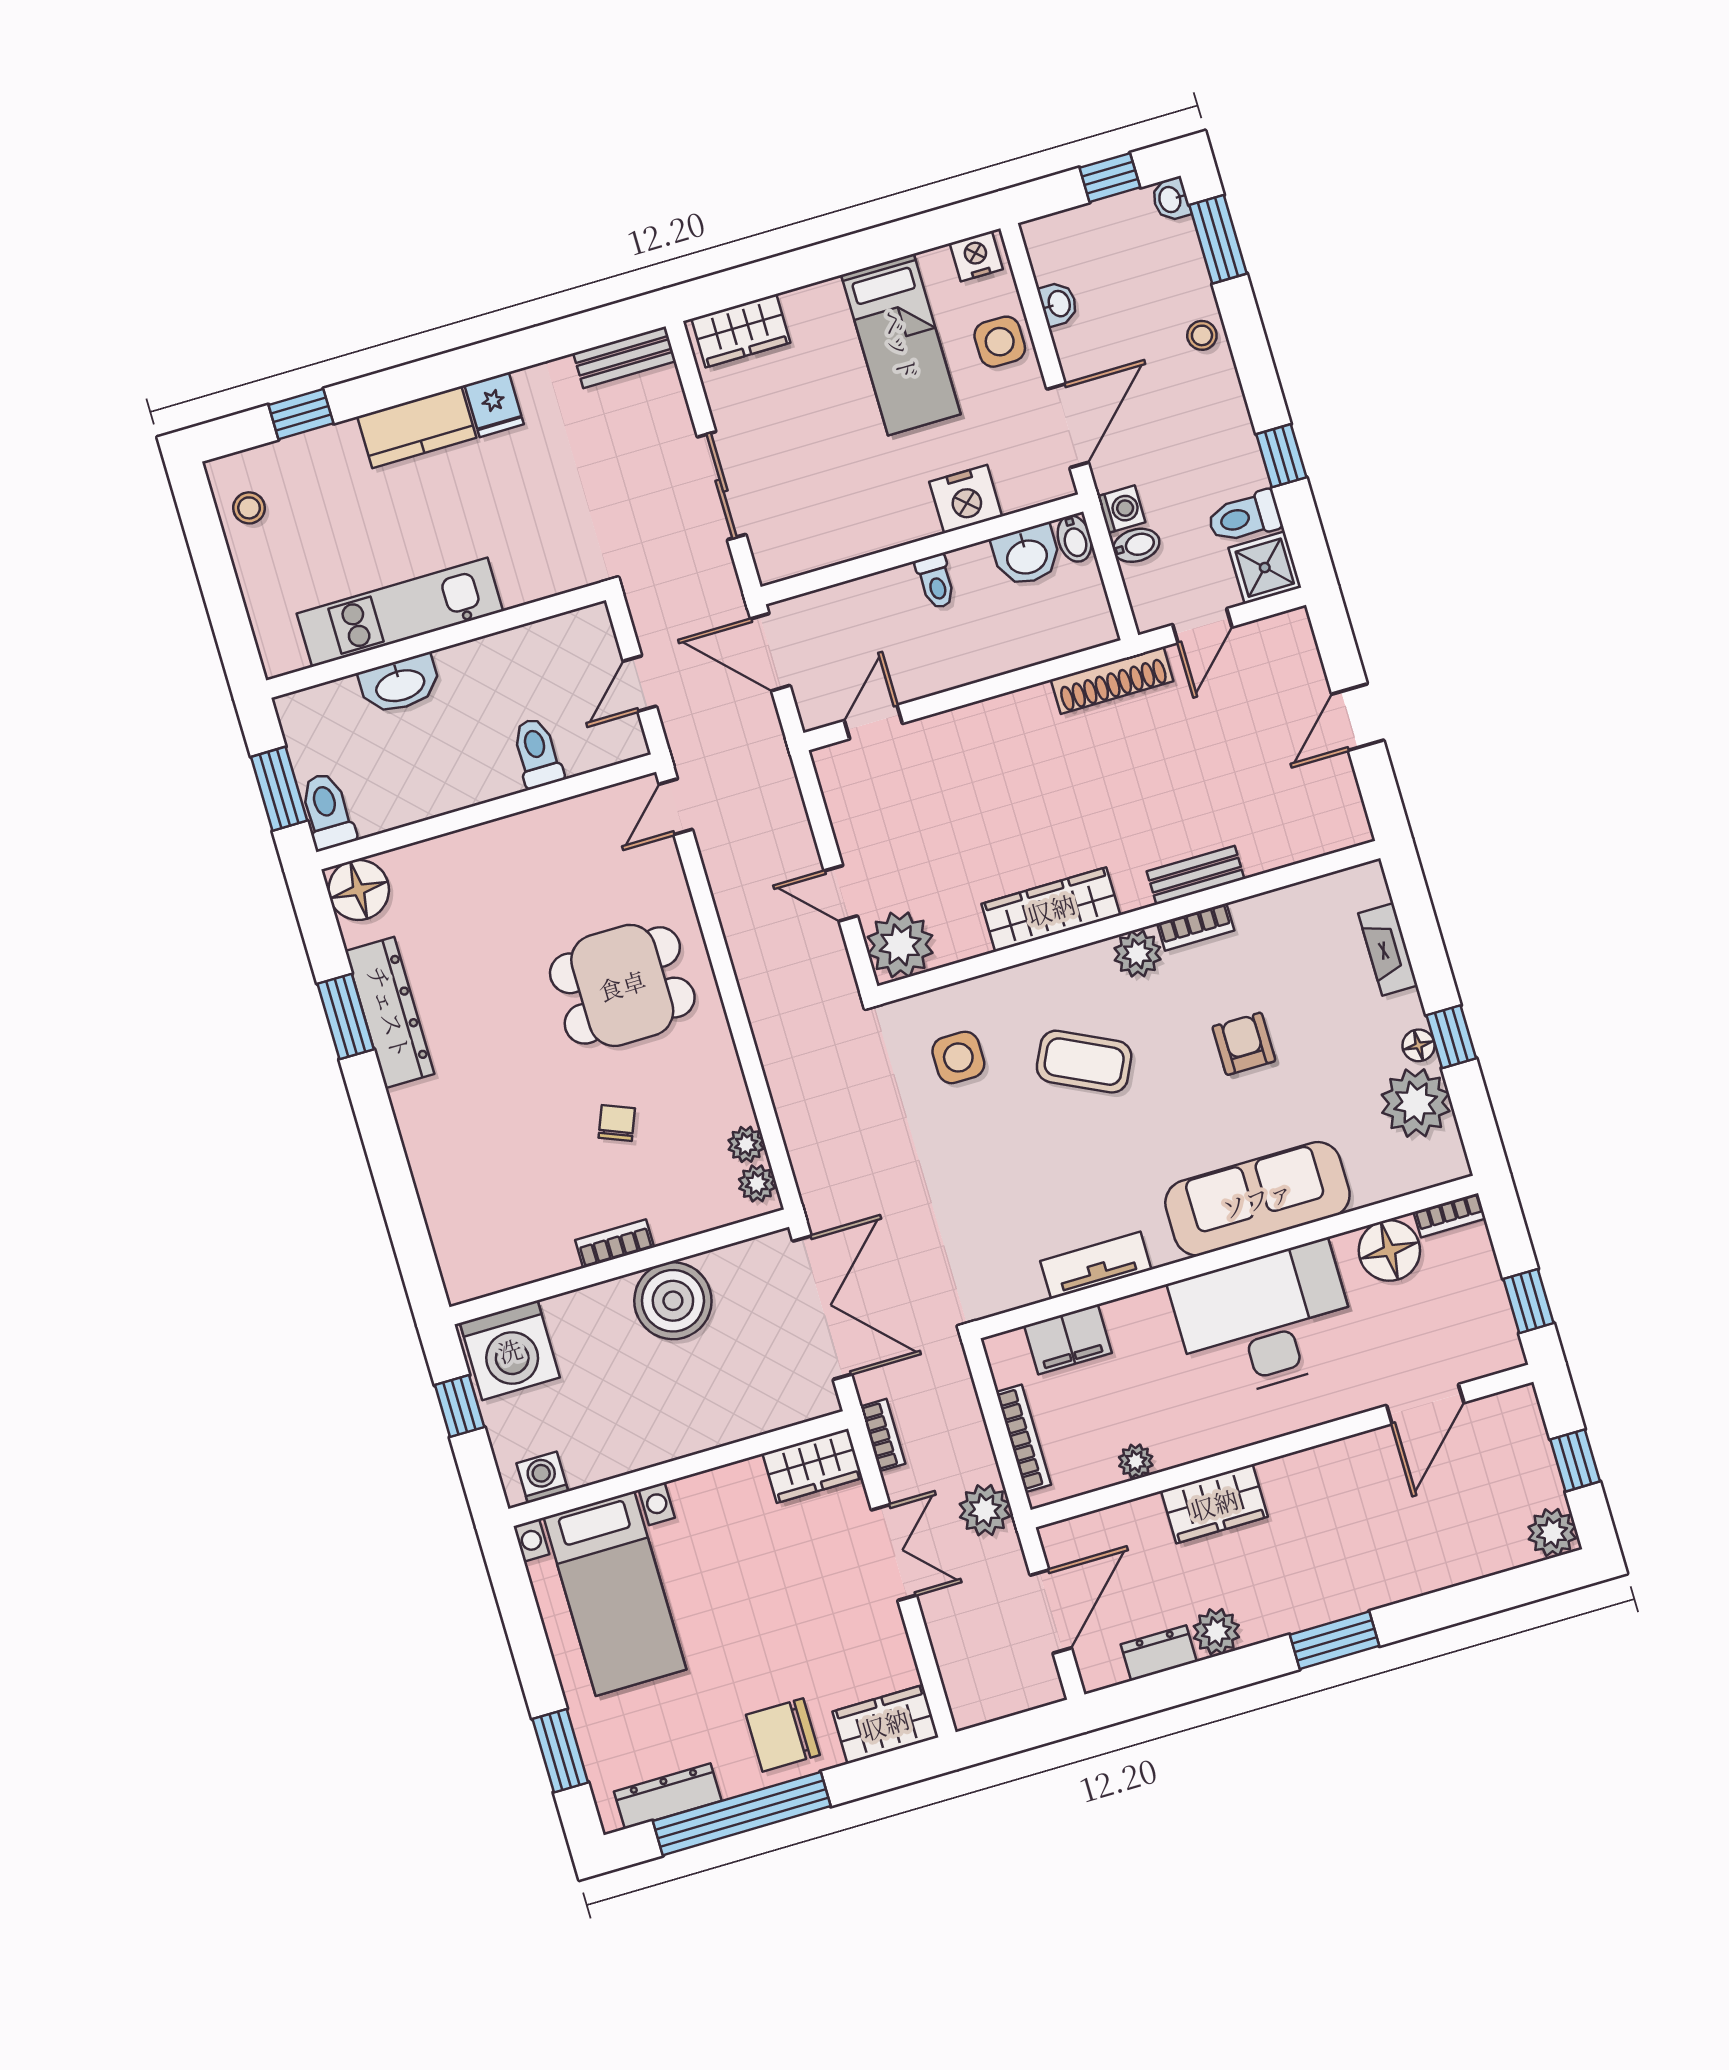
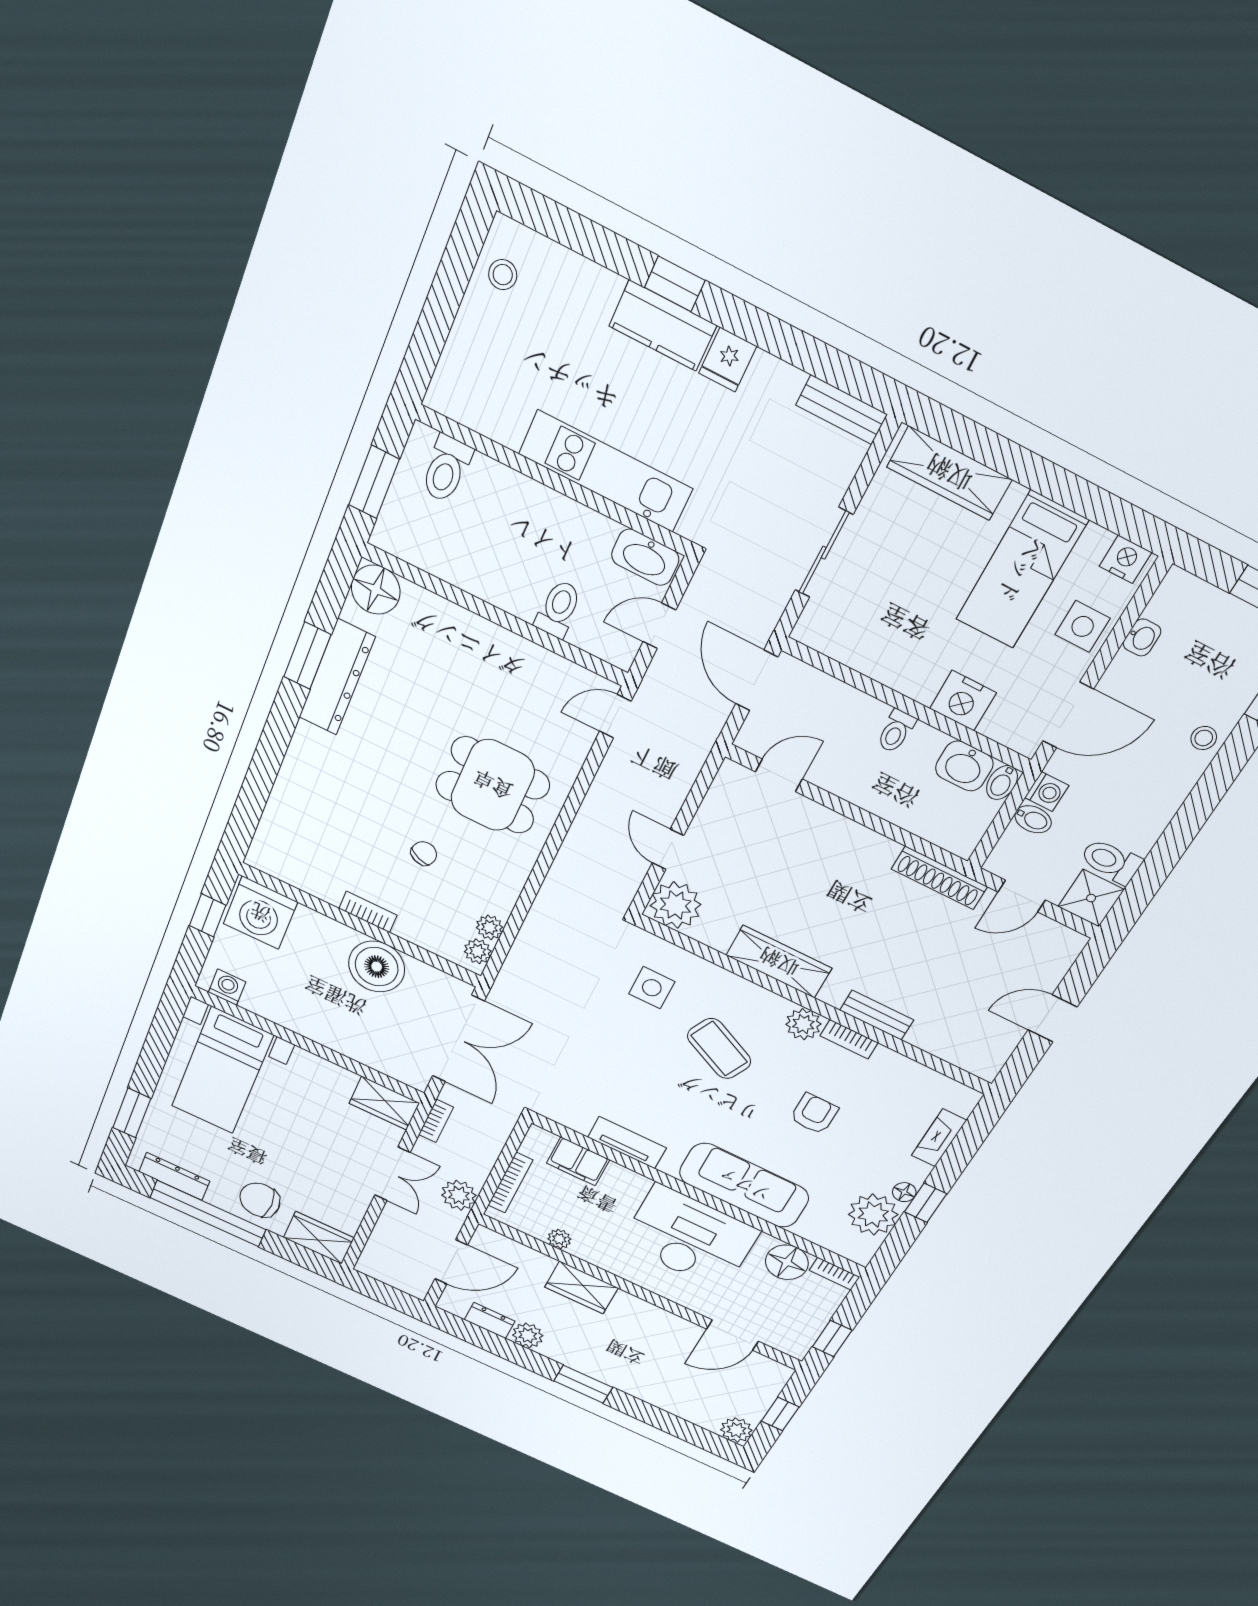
wardrobe: (741, 331) -> (949, 473), width x1.50
window: (301, 414) -> (675, 284), moved
window: (1281, 456) -> (1170, 848), removed
kitchen unit: (400, 612) -> (606, 471), moved
washbasin: (400, 684) -> (645, 557), moved
toilet: (327, 811) -> (446, 469), moved, turned 180

